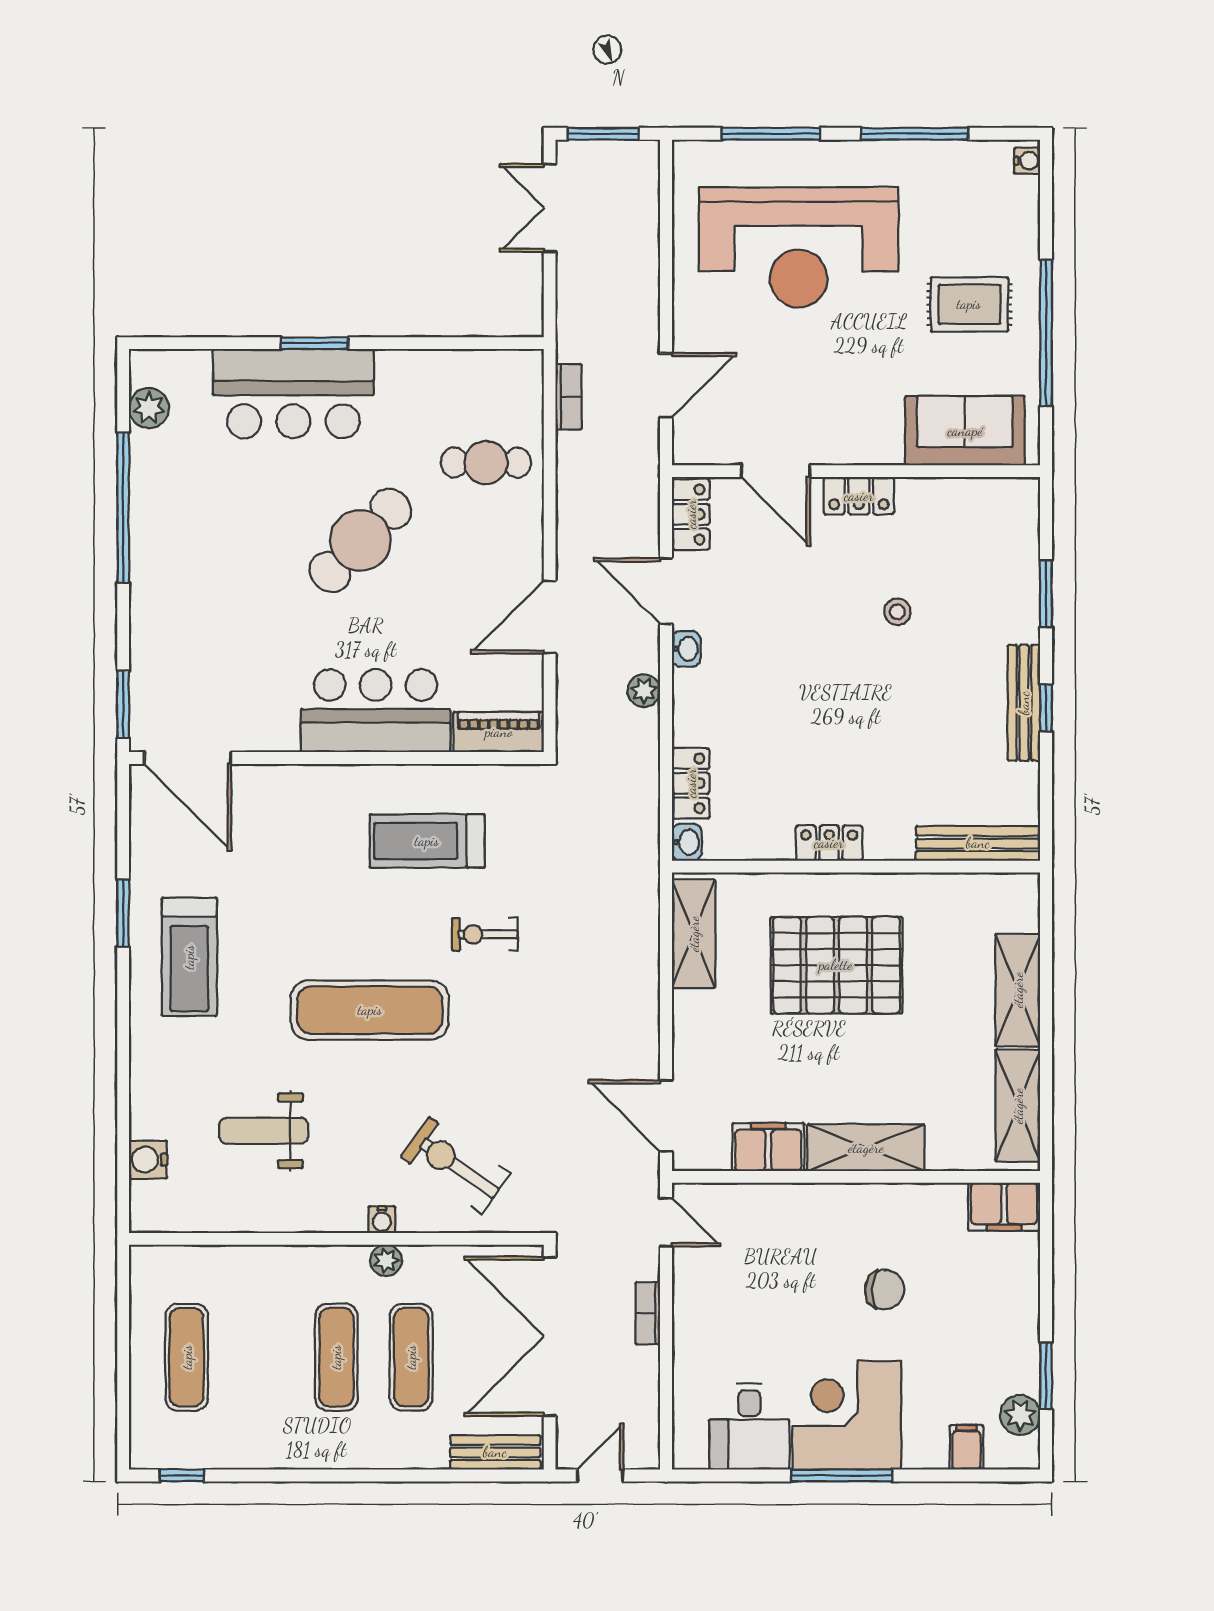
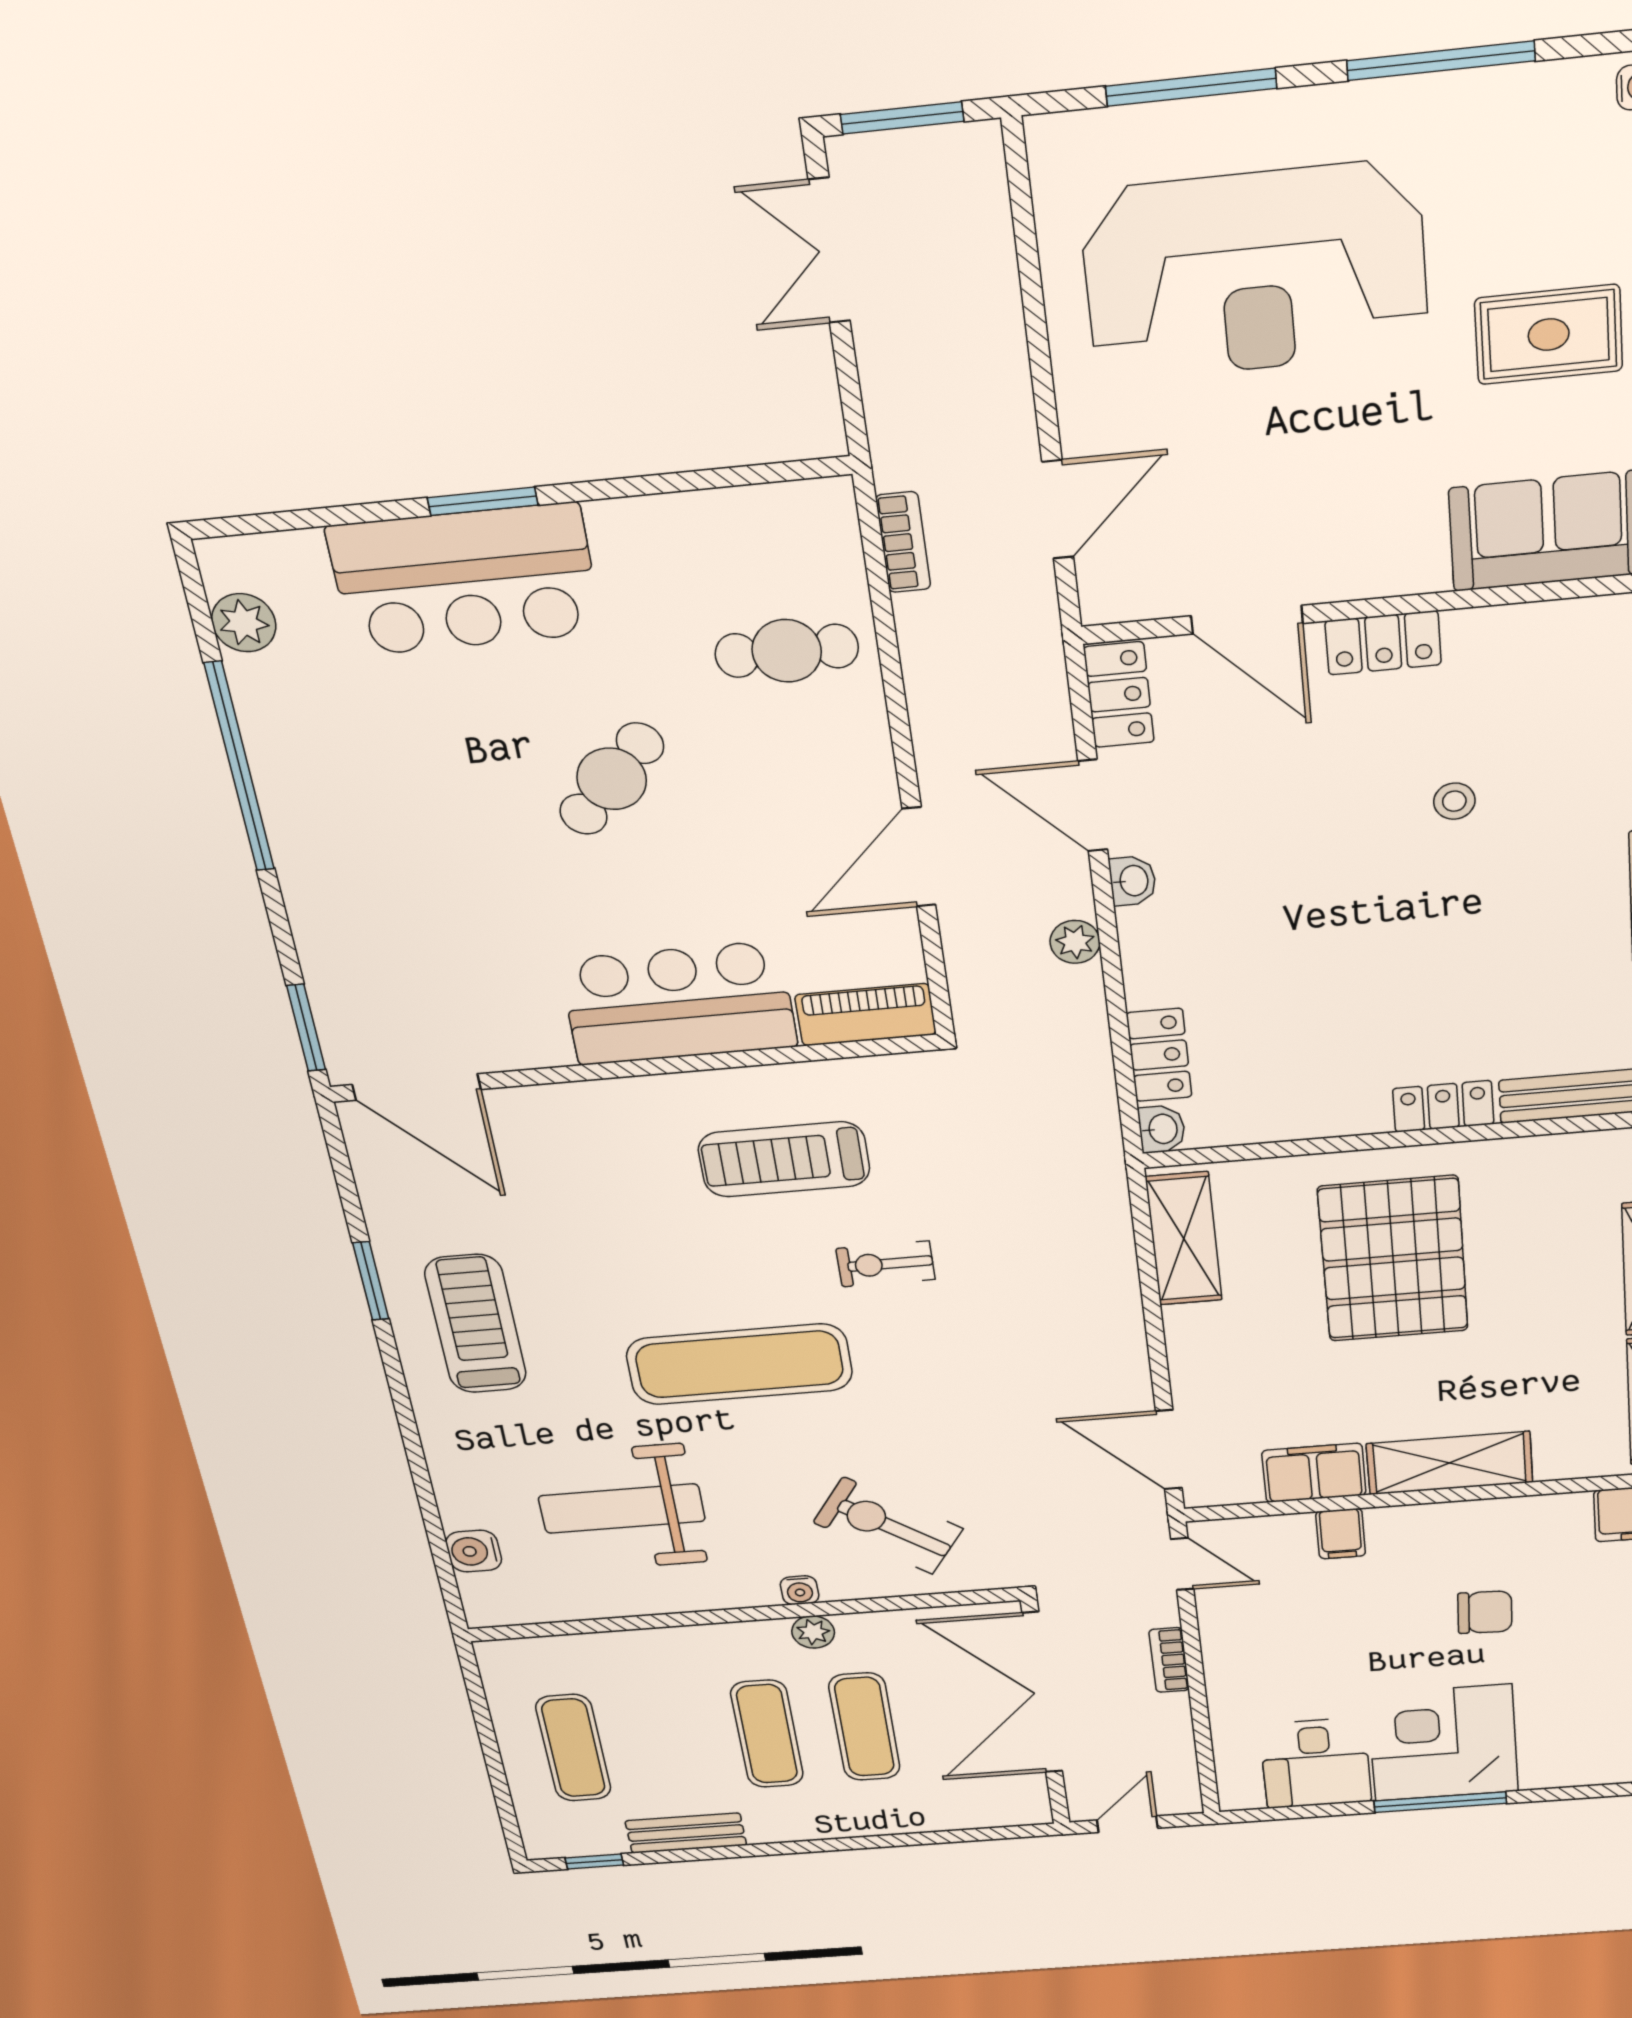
cafe table: (360, 540) -> (612, 779), width x0.73, depth x0.74
locker: (829, 843) -> (1443, 1106), moved
treadmill: (189, 957) -> (476, 1324), turned 180
pallet: (836, 965) -> (1393, 1259), turned 90
weight bench: (264, 1131) -> (622, 1509), width x1.36, depth x1.33
filing cabinet: (966, 1447) -> (1341, 1534), moved, turned 180
bench: (495, 1452) -> (686, 1833), moved

